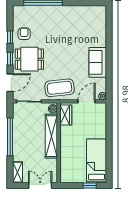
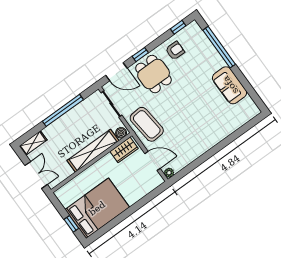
window: (10, 37) -> (178, 27), moved
sofa: (98, 62) -> (230, 85), moved, turned -90
bed: (97, 161) -> (97, 208), width x1.50

